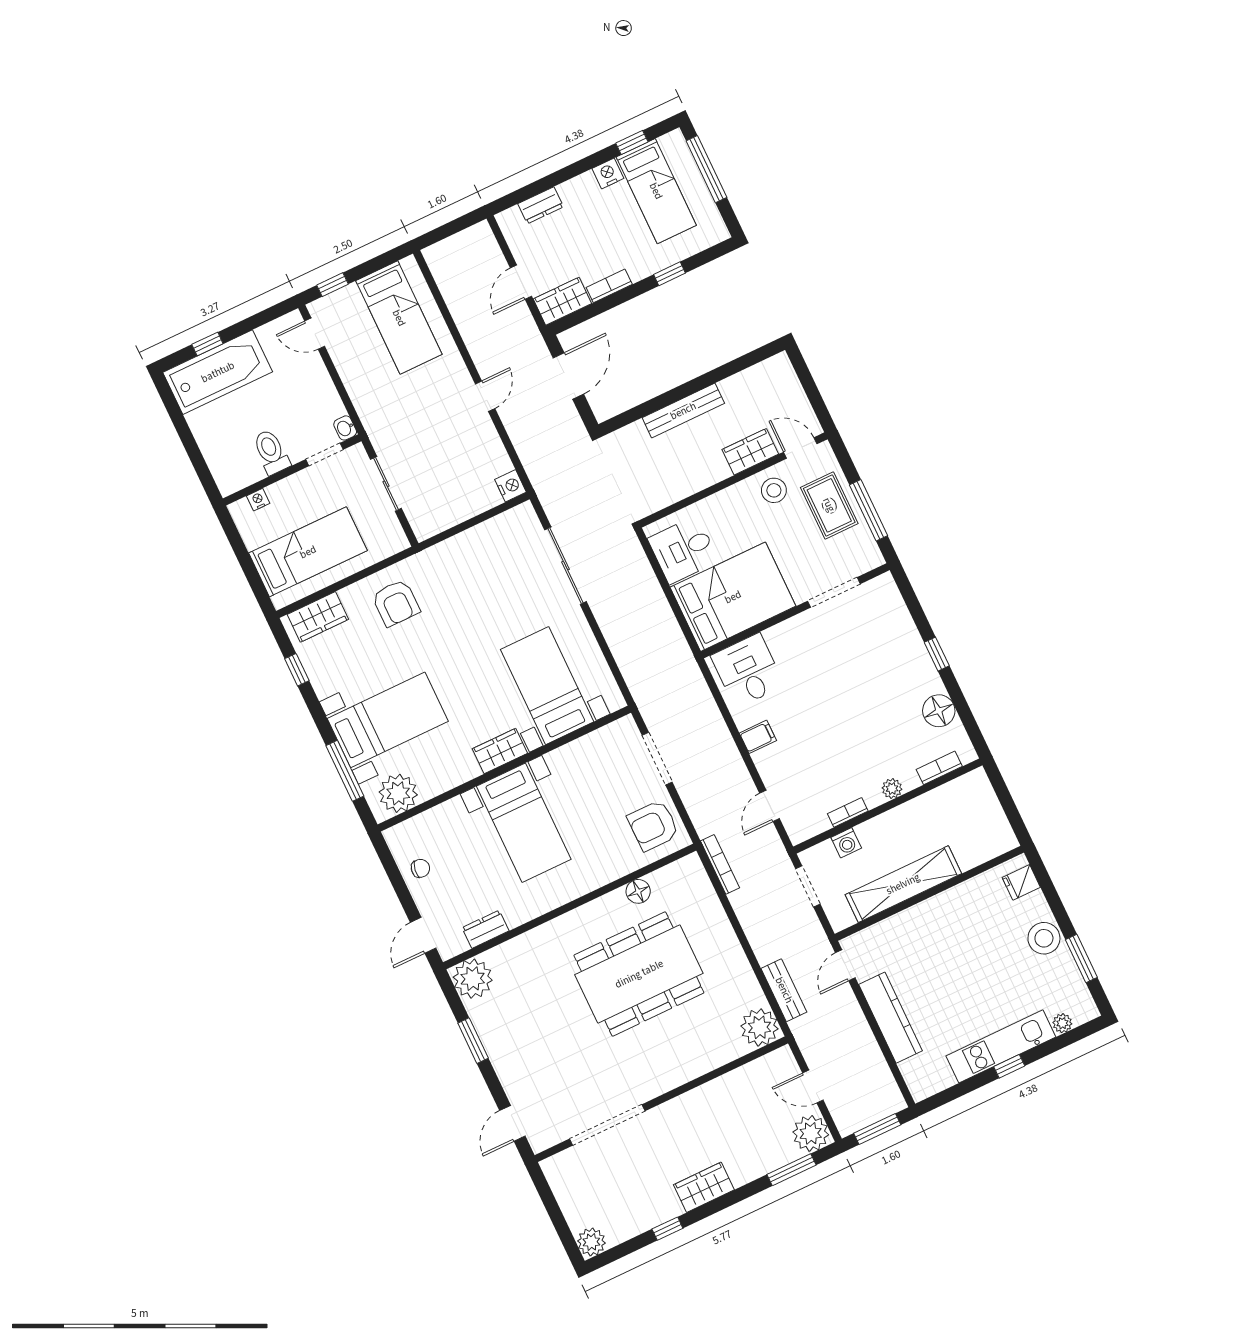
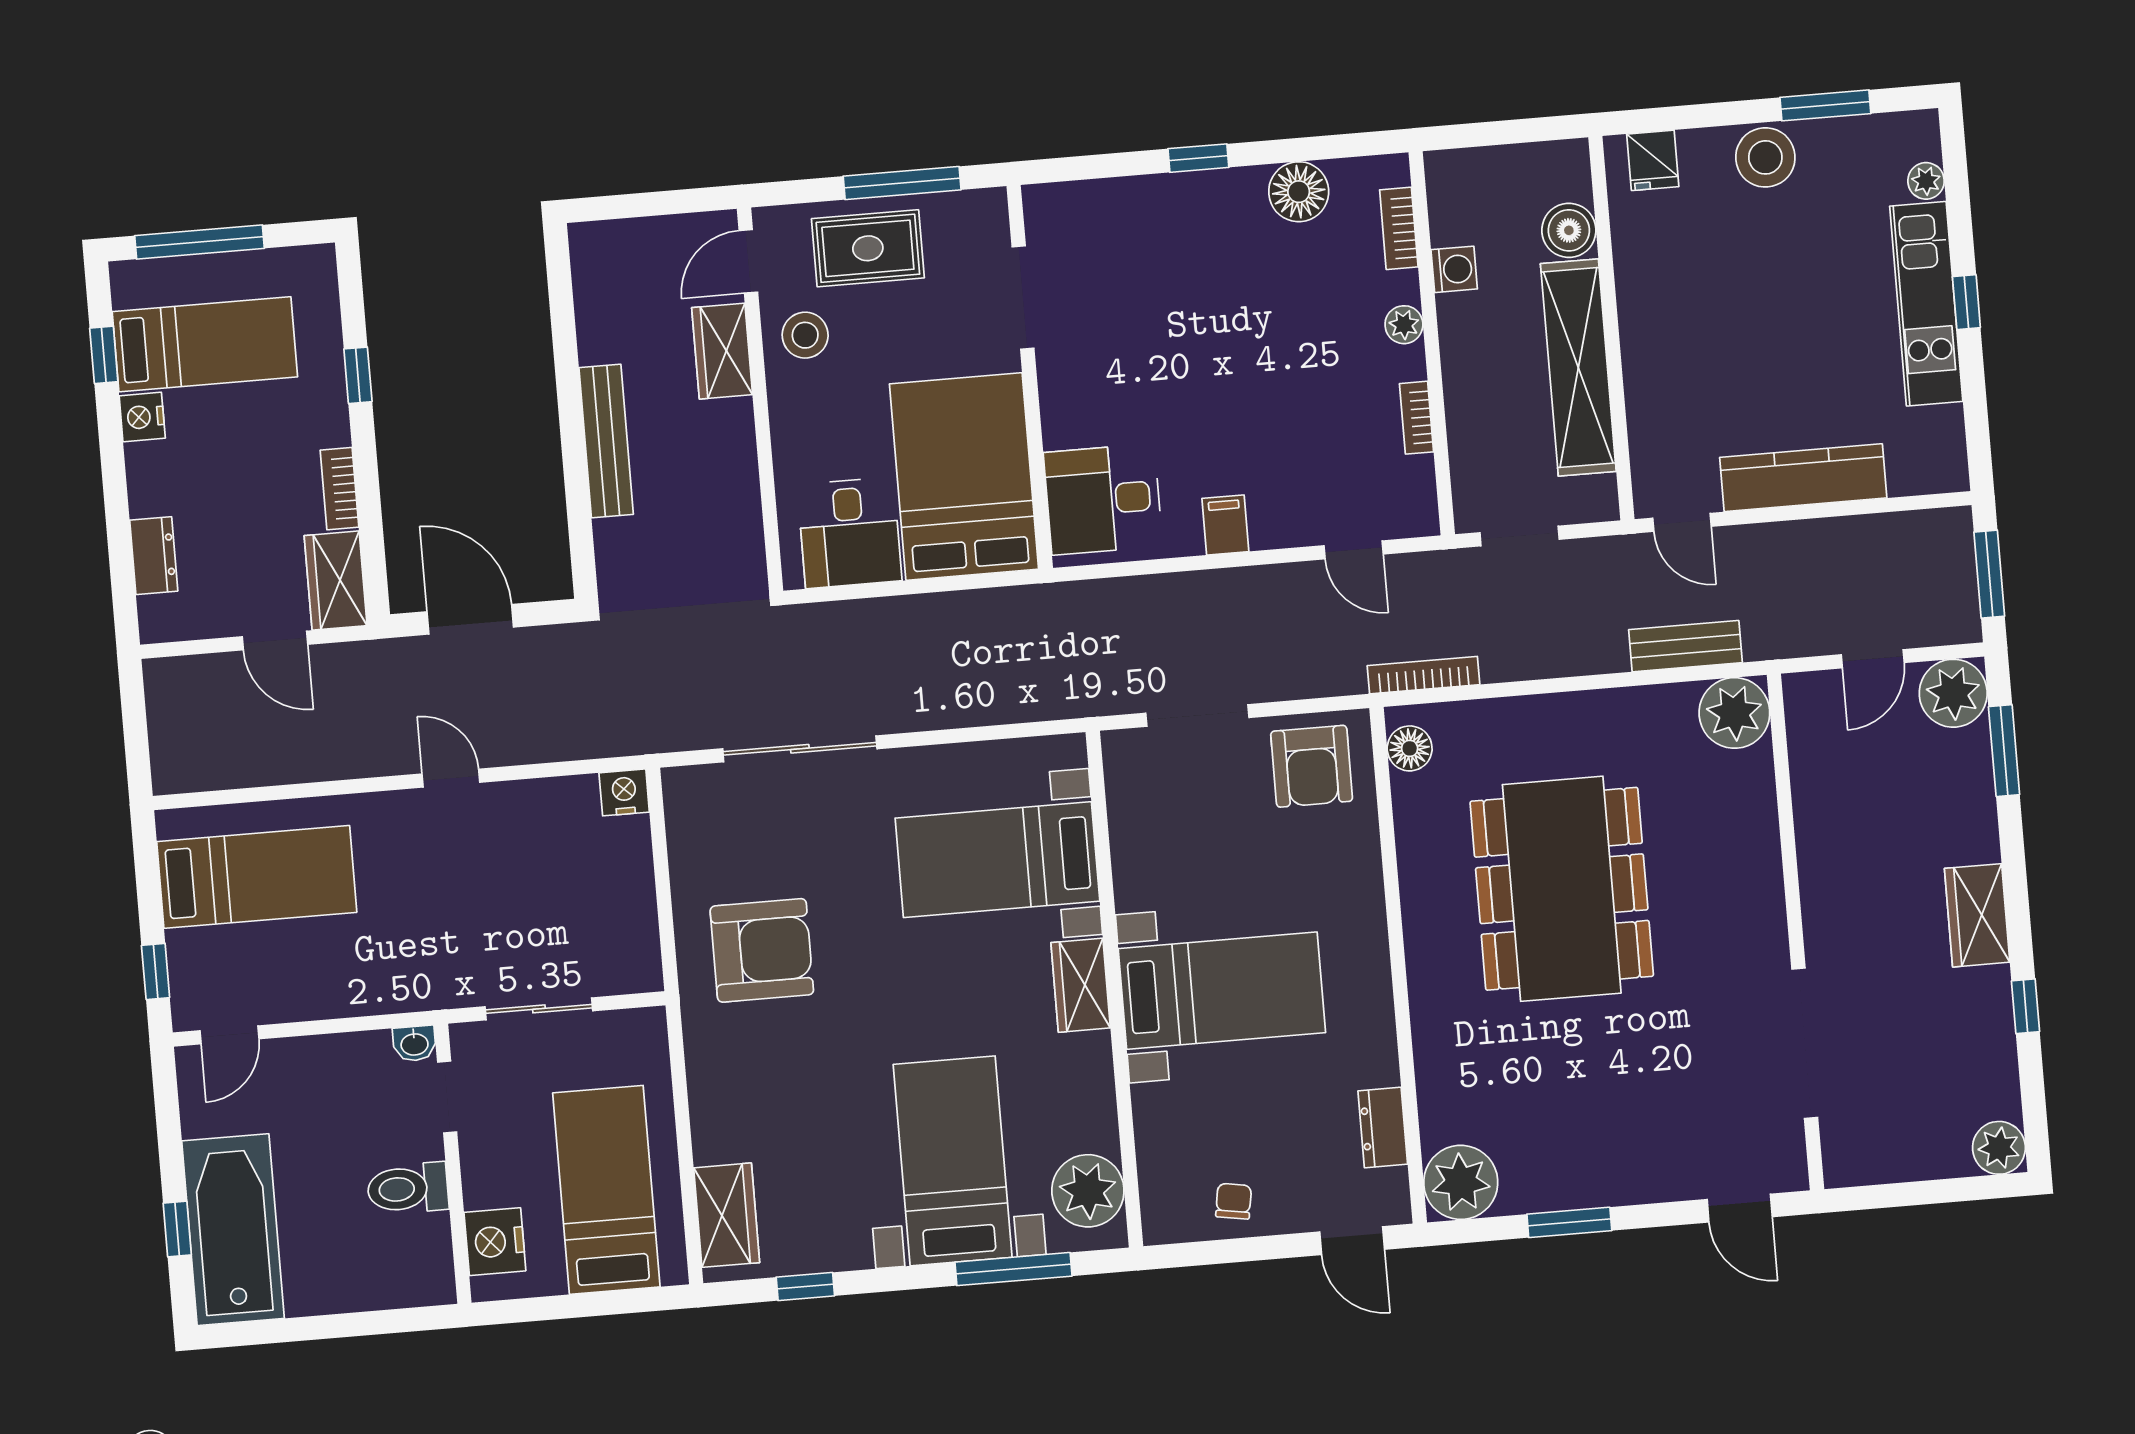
nightstand: (258, 500) -> (495, 1242), width x1.89, depth x1.79
armchair: (396, 603) -> (762, 950), moved, width x1.36, depth x1.36
washing machine: (846, 843) -> (1454, 269), moved
boiler: (970, 853) -> (1569, 230), added
floor lamp: (638, 891) -> (1410, 748), moved

